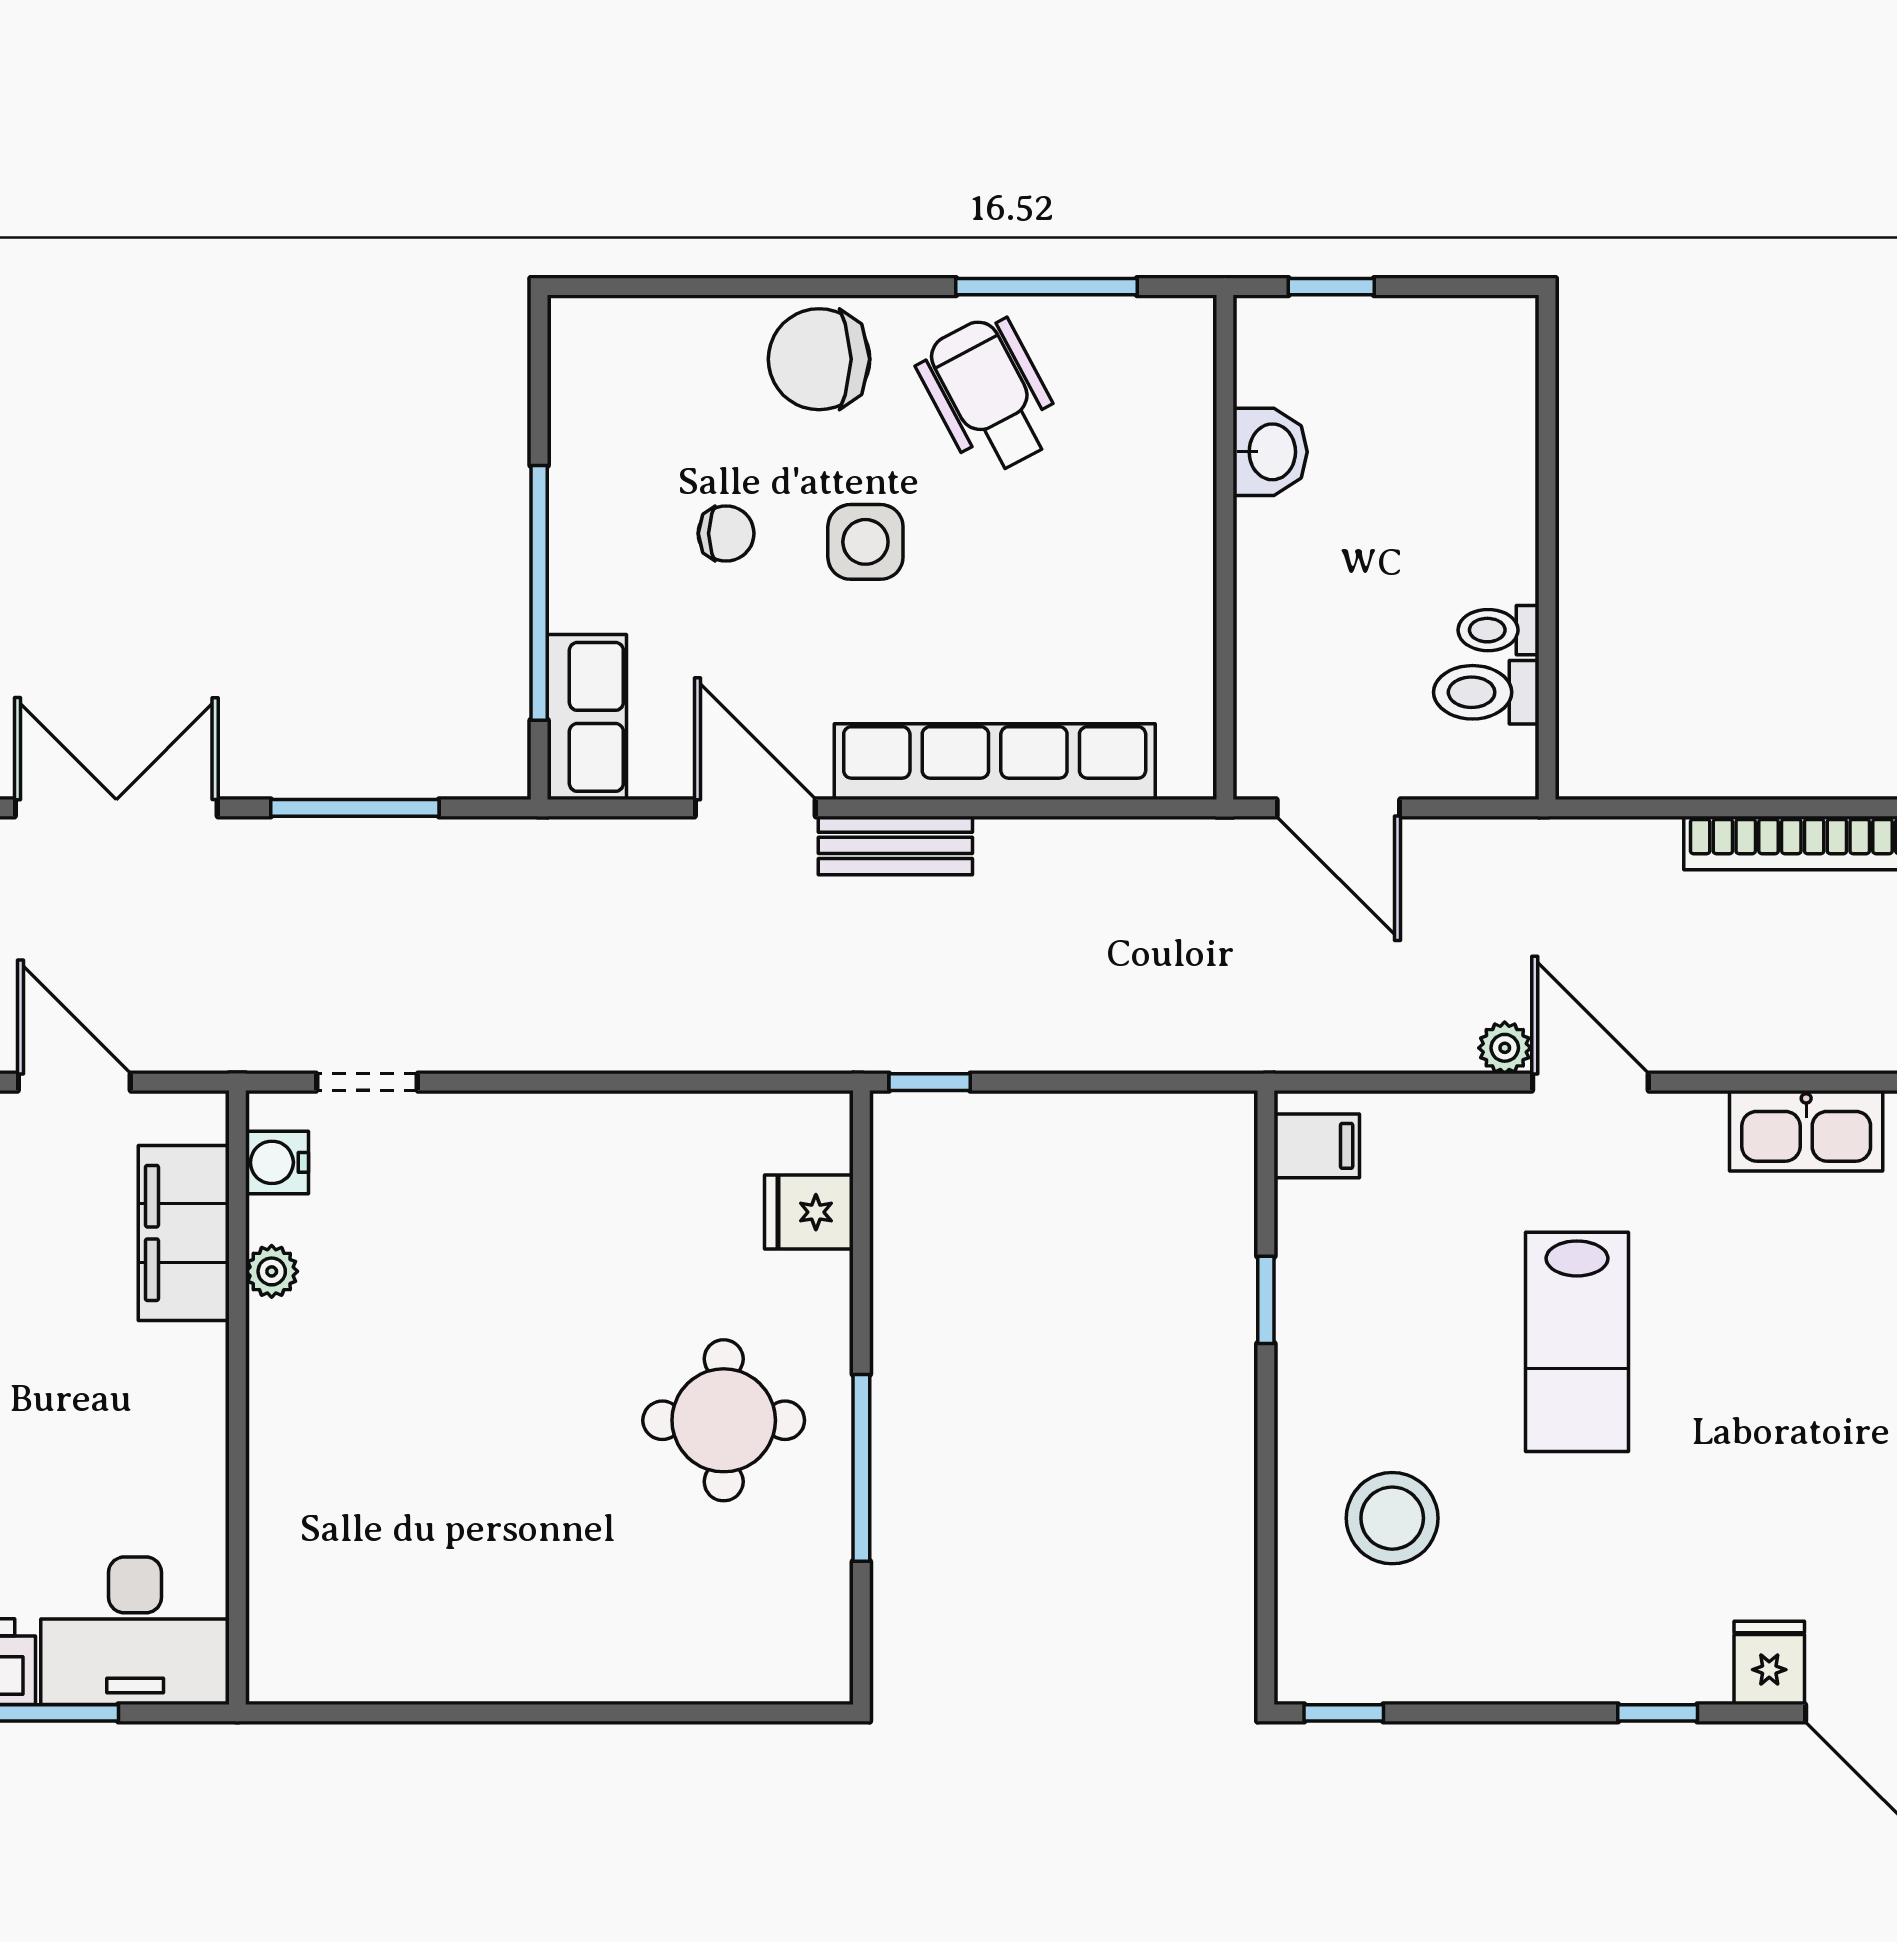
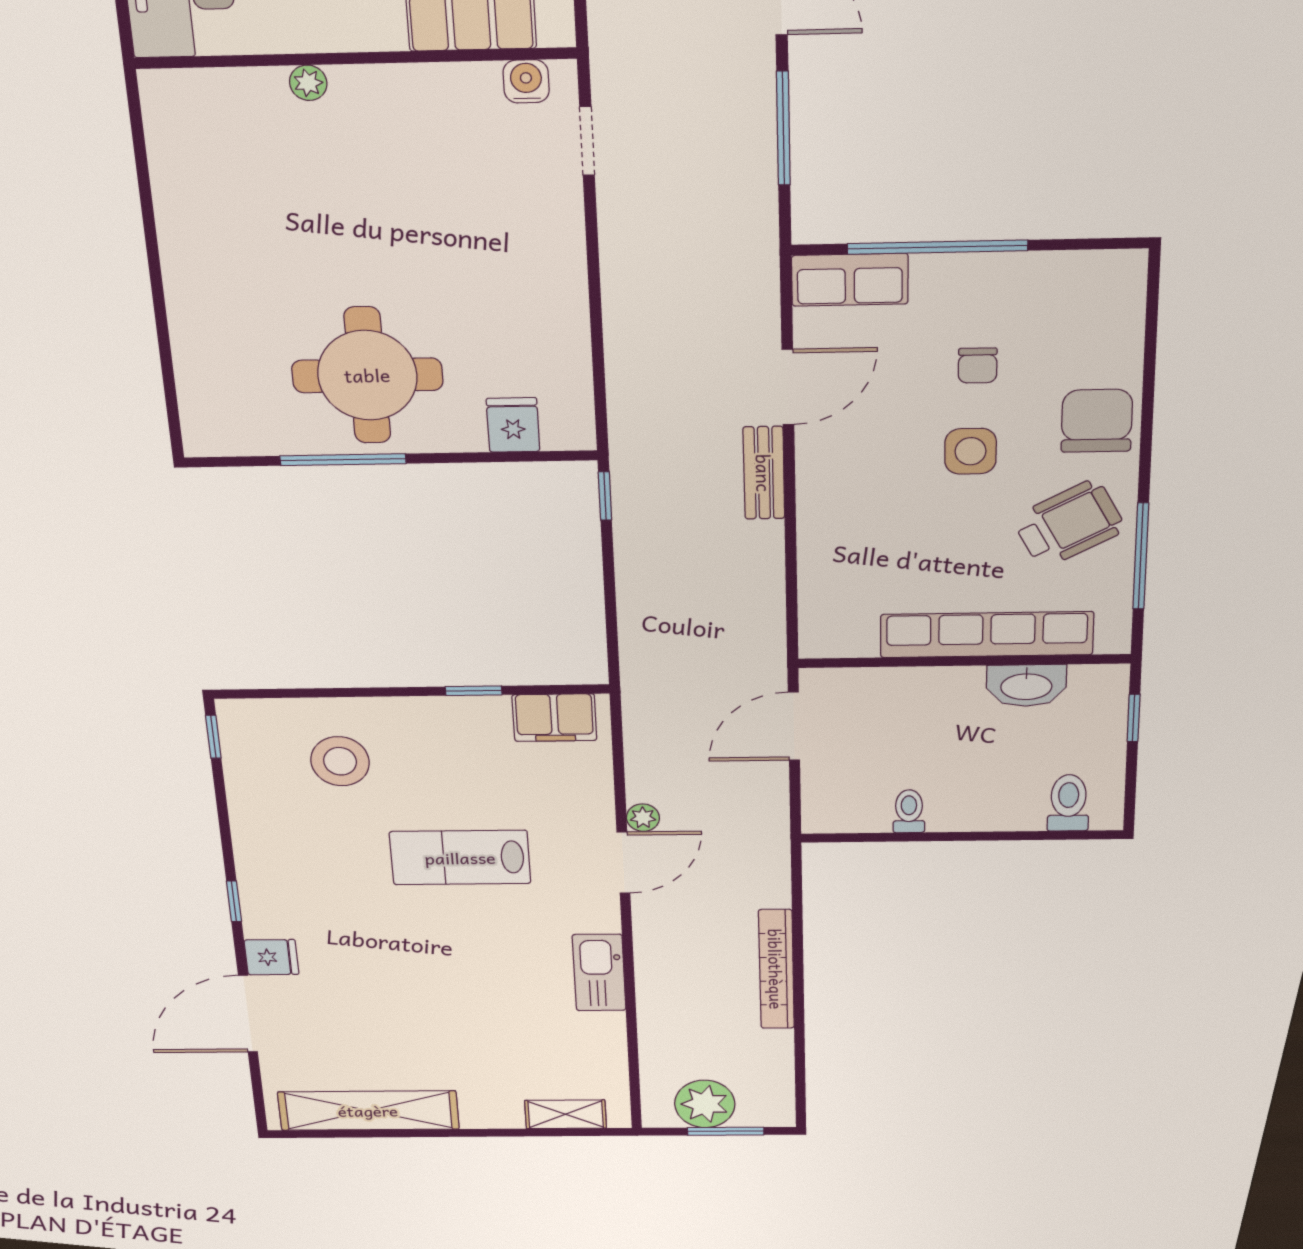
washbasin: (1270, 452) -> (1026, 686), width x1.38
toilet: (1486, 692) -> (1068, 803), moved
row of seats: (995, 762) -> (987, 635), moved, turned -90
filing cabinet: (1317, 1146) -> (554, 718), width x2.00
plant: (272, 1271) -> (308, 83), moved
round table: (724, 1420) -> (367, 375), width x1.36, depth x1.36

